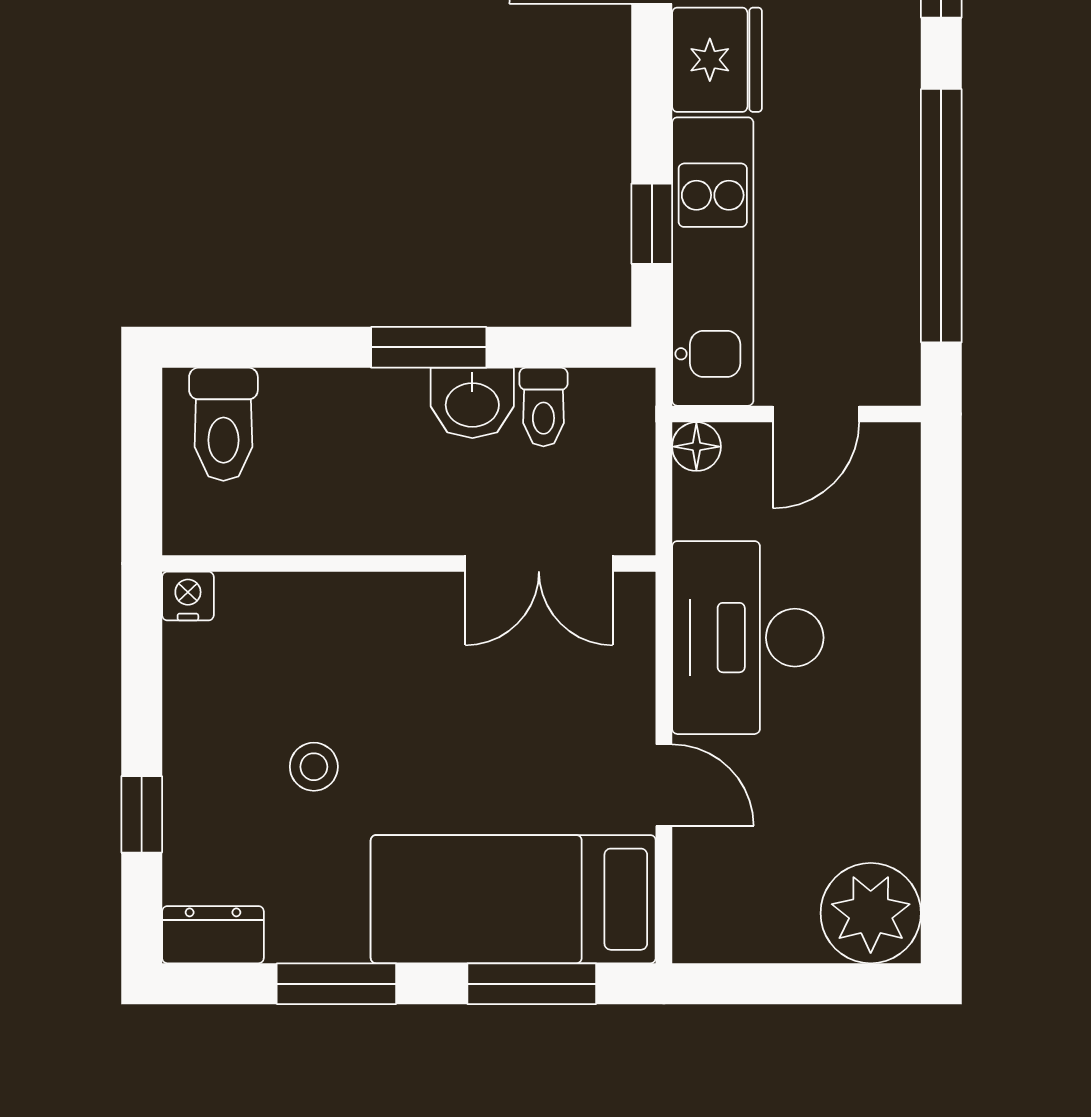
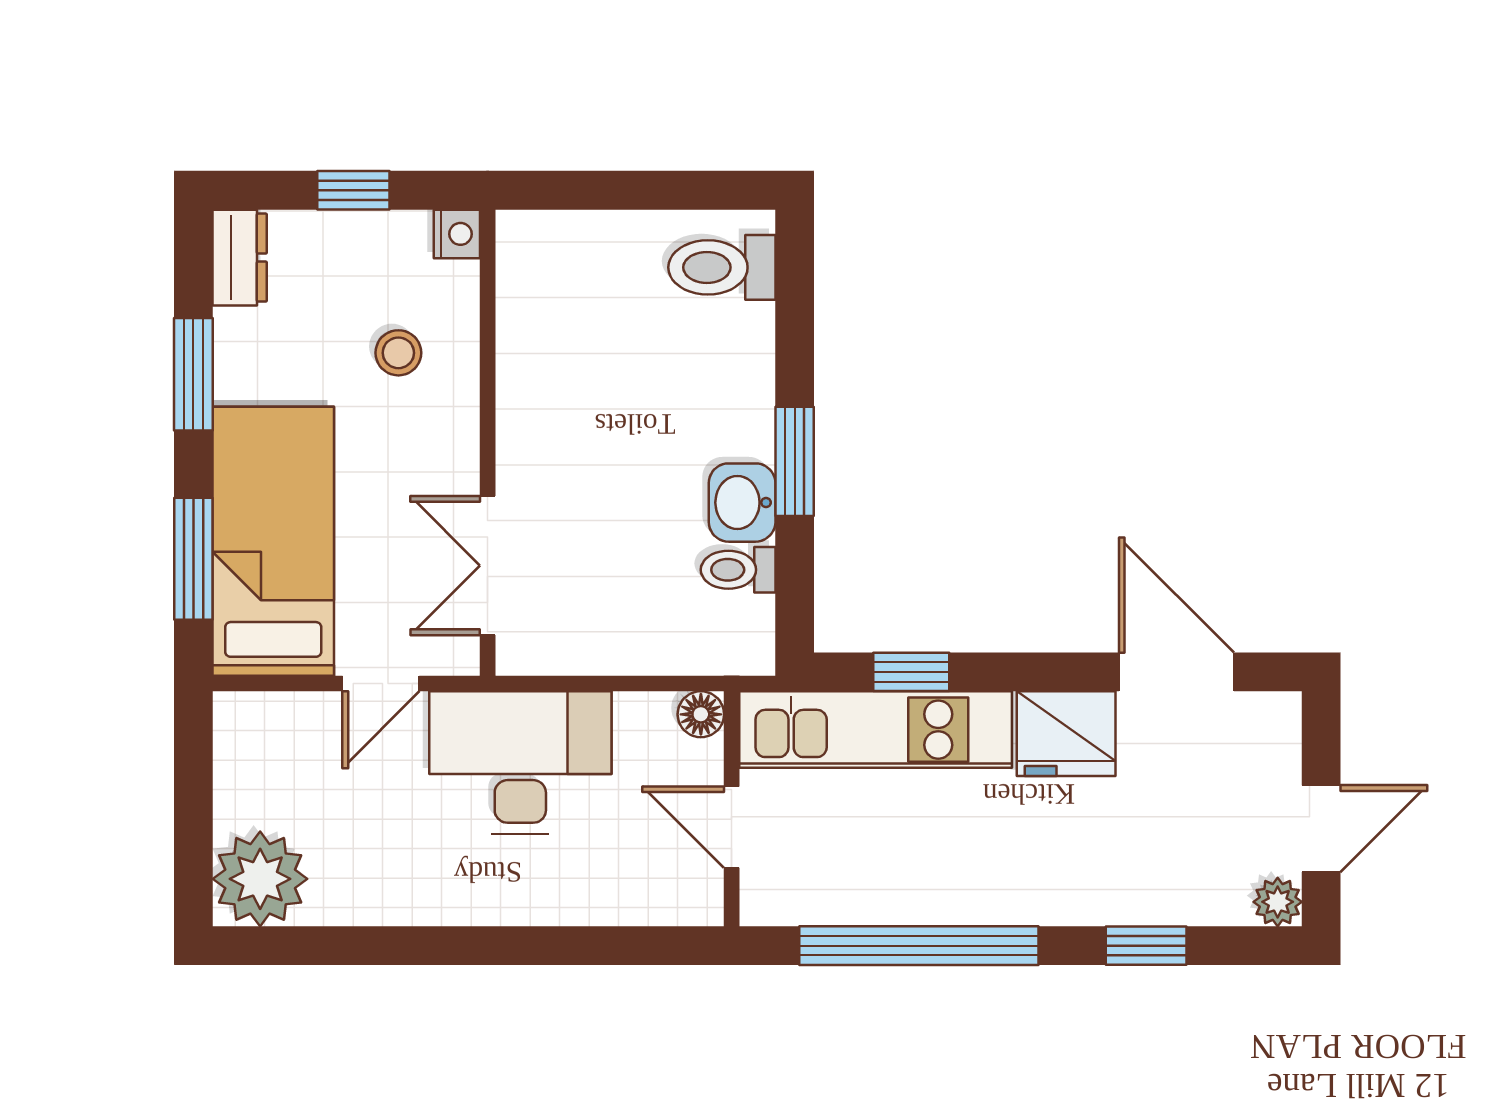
wall: (409, 564) -> (488, 443), moved
double door: (539, 564) -> (488, 566), moved
nightstand: (188, 596) -> (457, 234), moved

